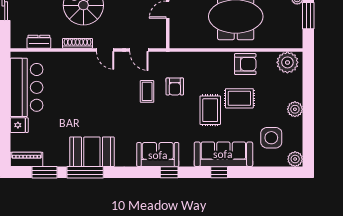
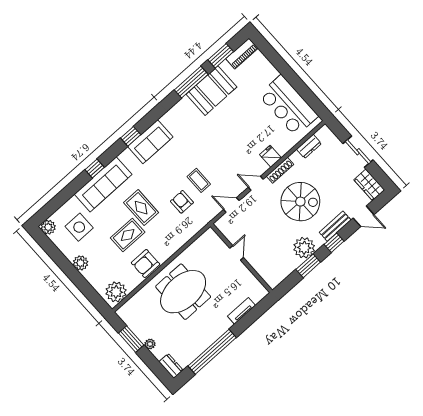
fridge: (19, 125) -> (270, 156), moved, turned 90
booth: (92, 152) -> (211, 91), moved

